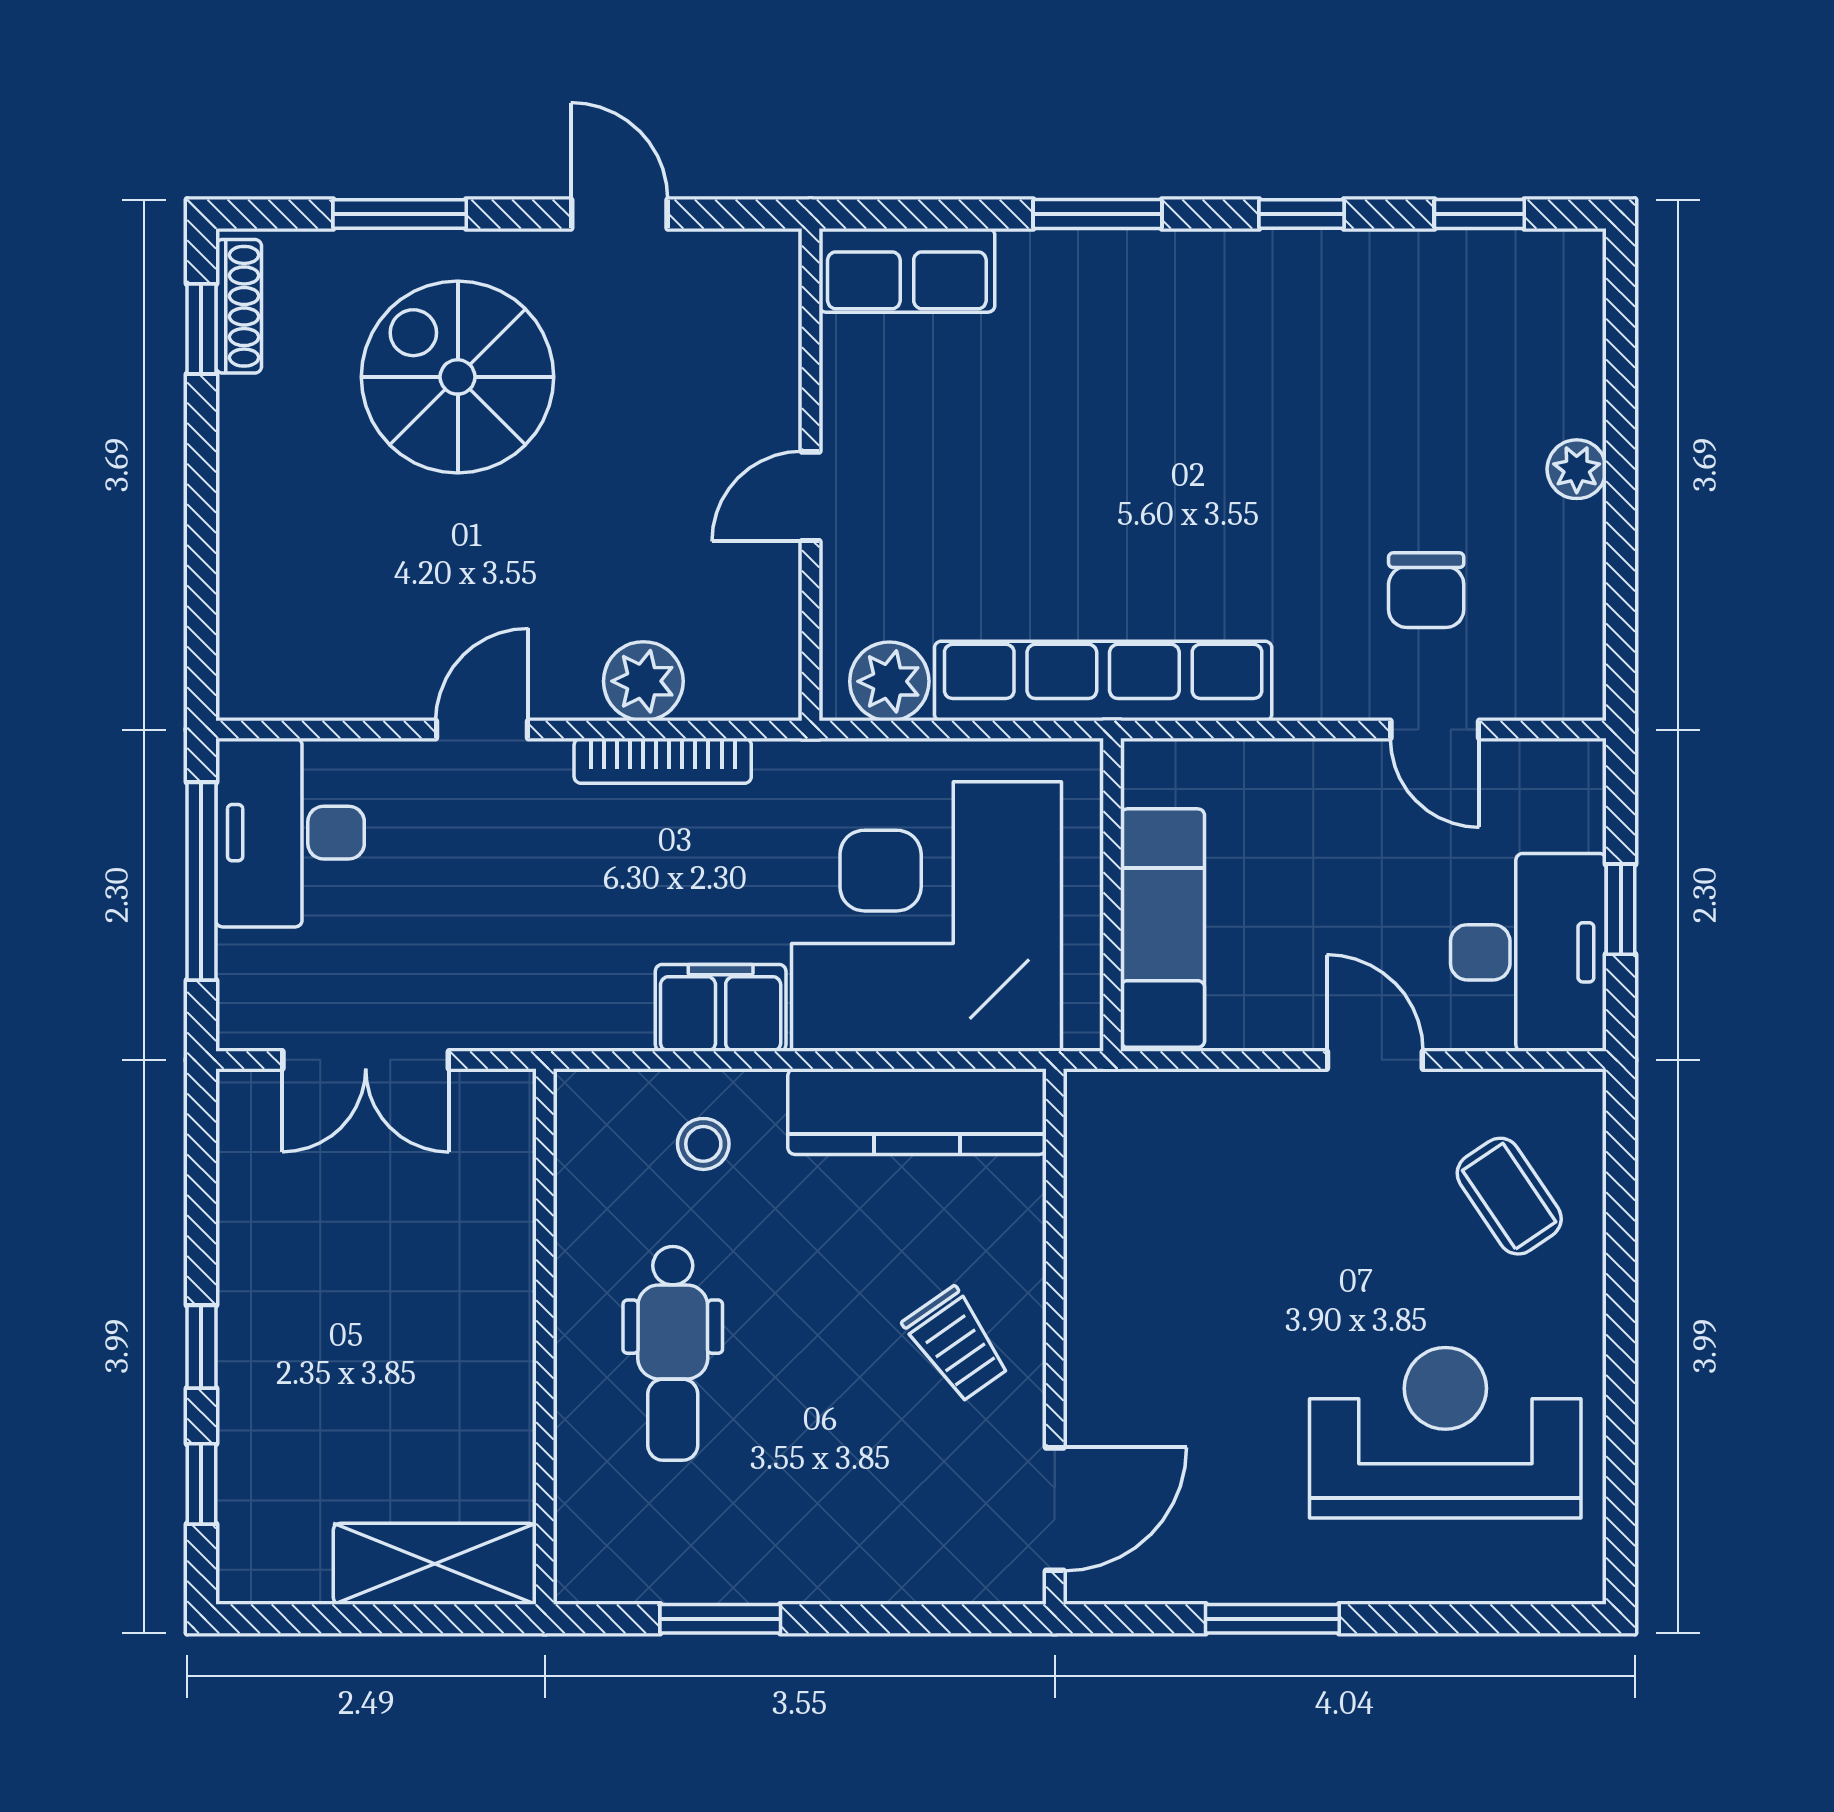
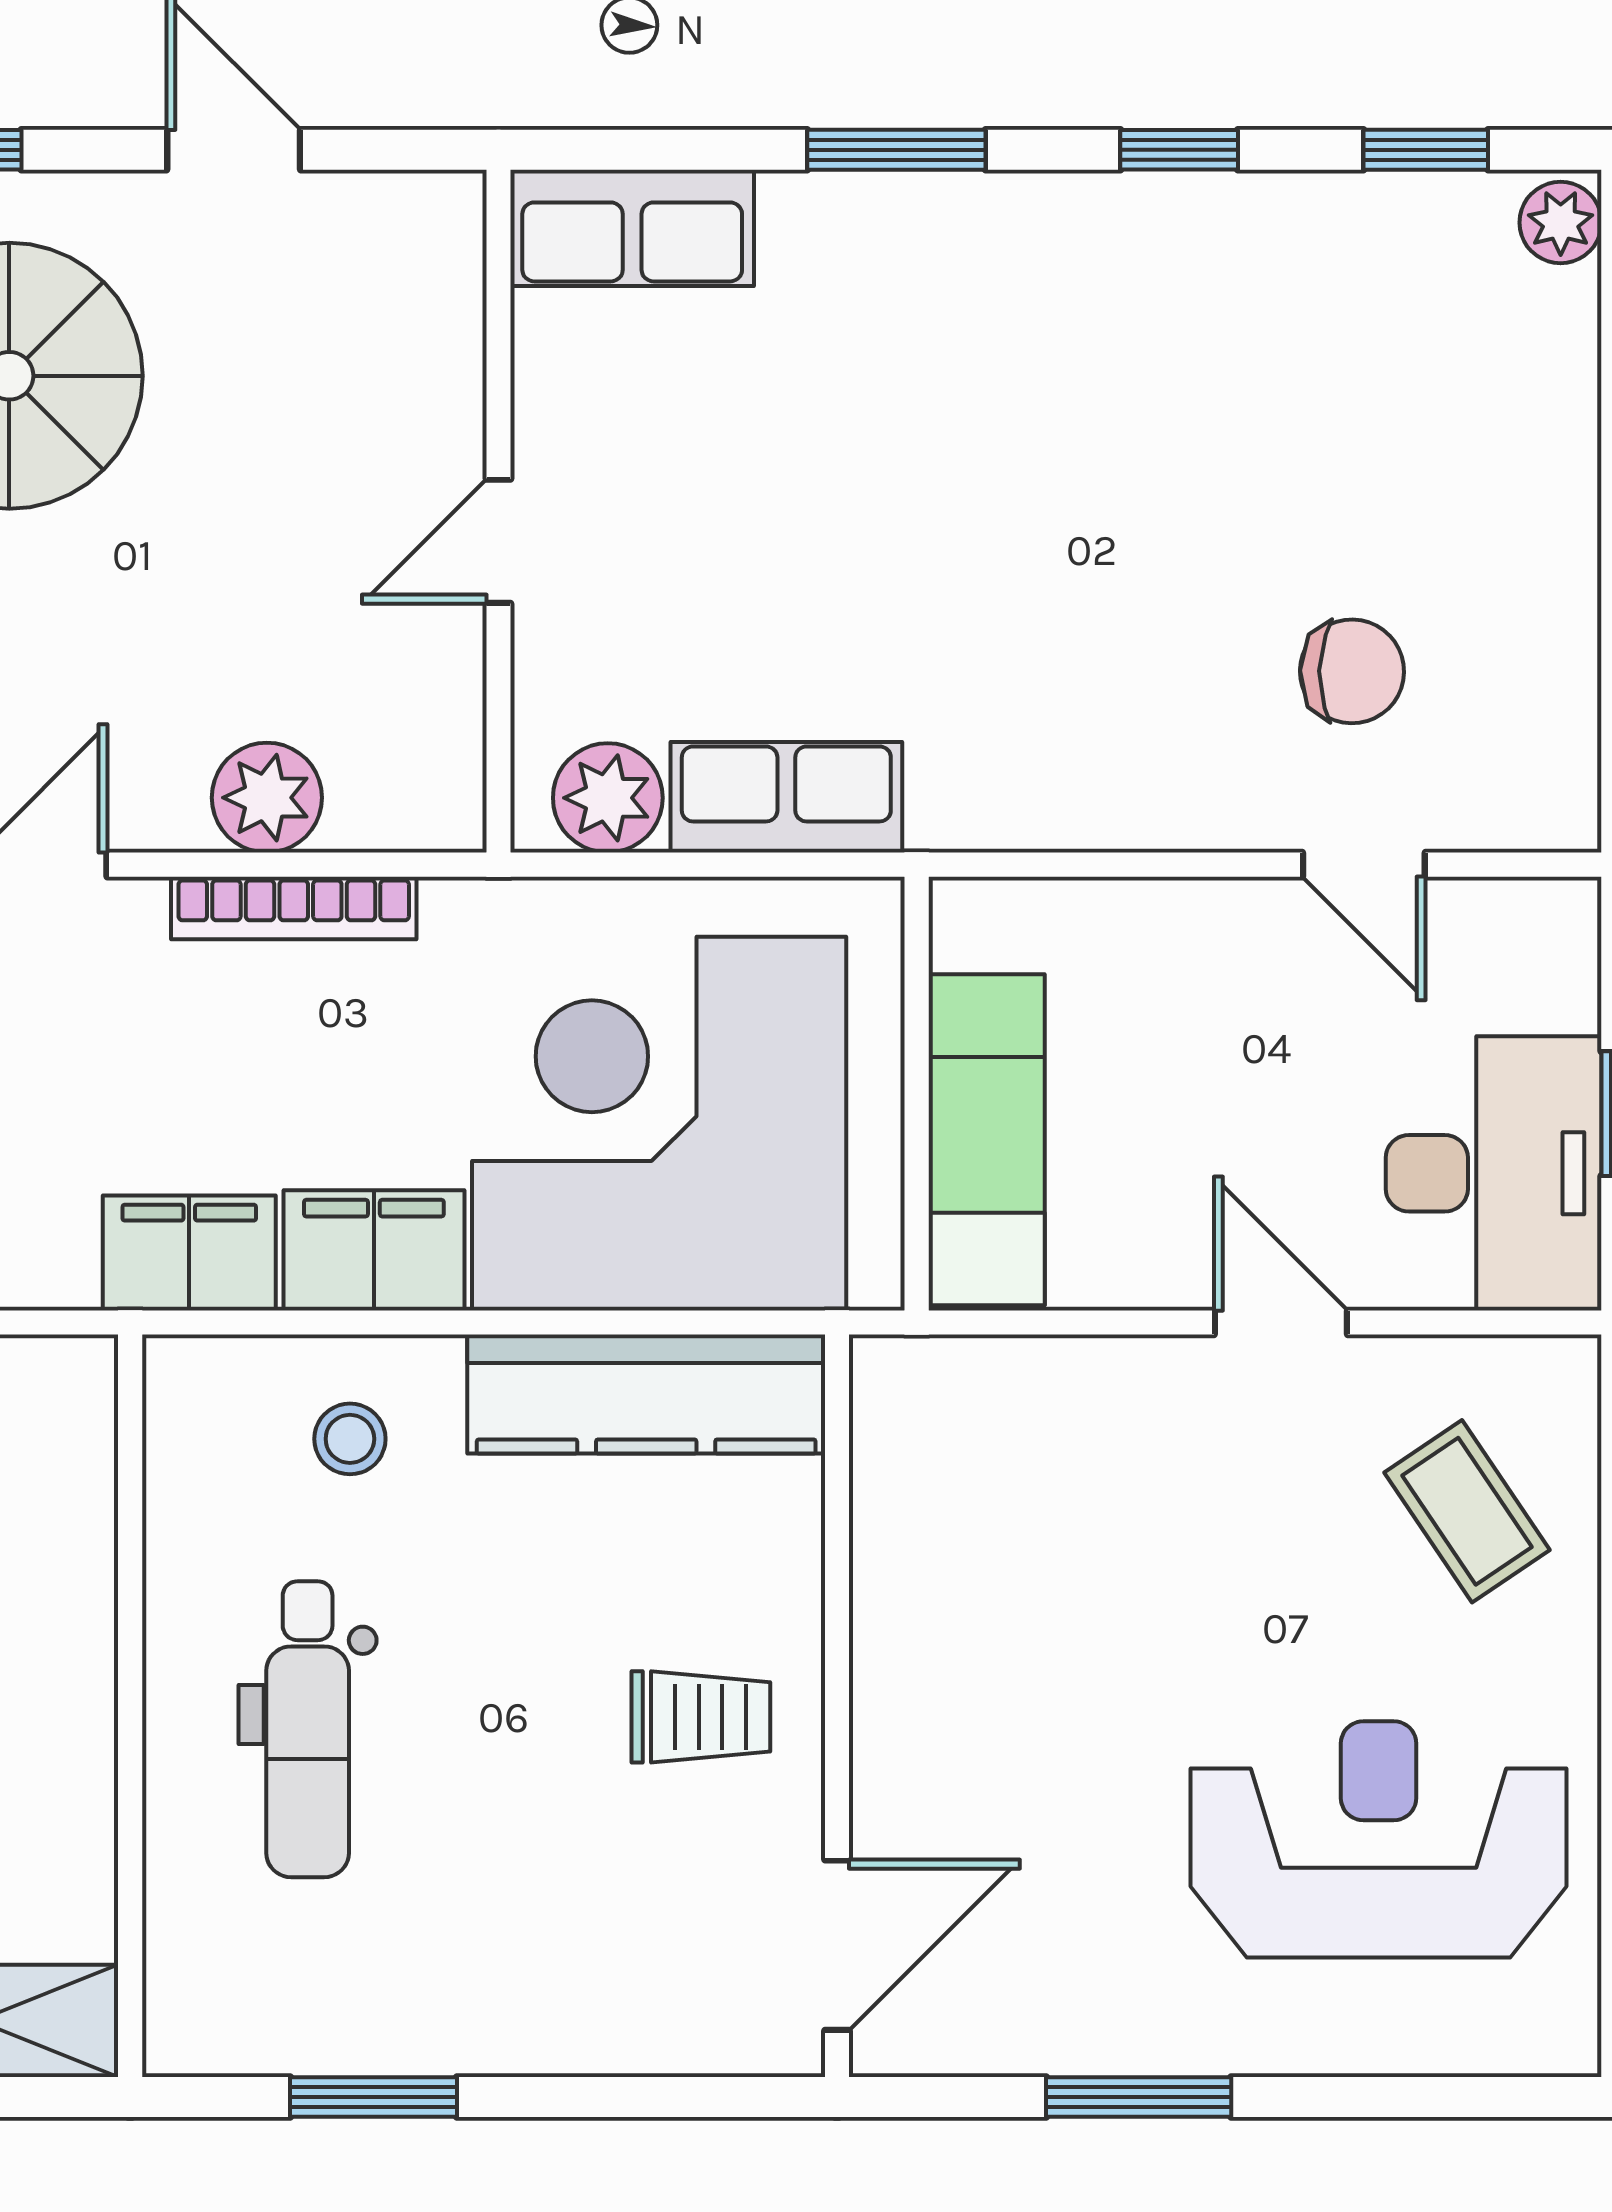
plant: (1577, 469) -> (1561, 223), moved
chair: (1426, 590) -> (1352, 671), turned -89
row of seats: (1103, 681) -> (786, 797), width x0.50
filing cabinet: (587, 1010) -> (189, 1253), added
trolley: (956, 1345) -> (701, 1717), turned -55

